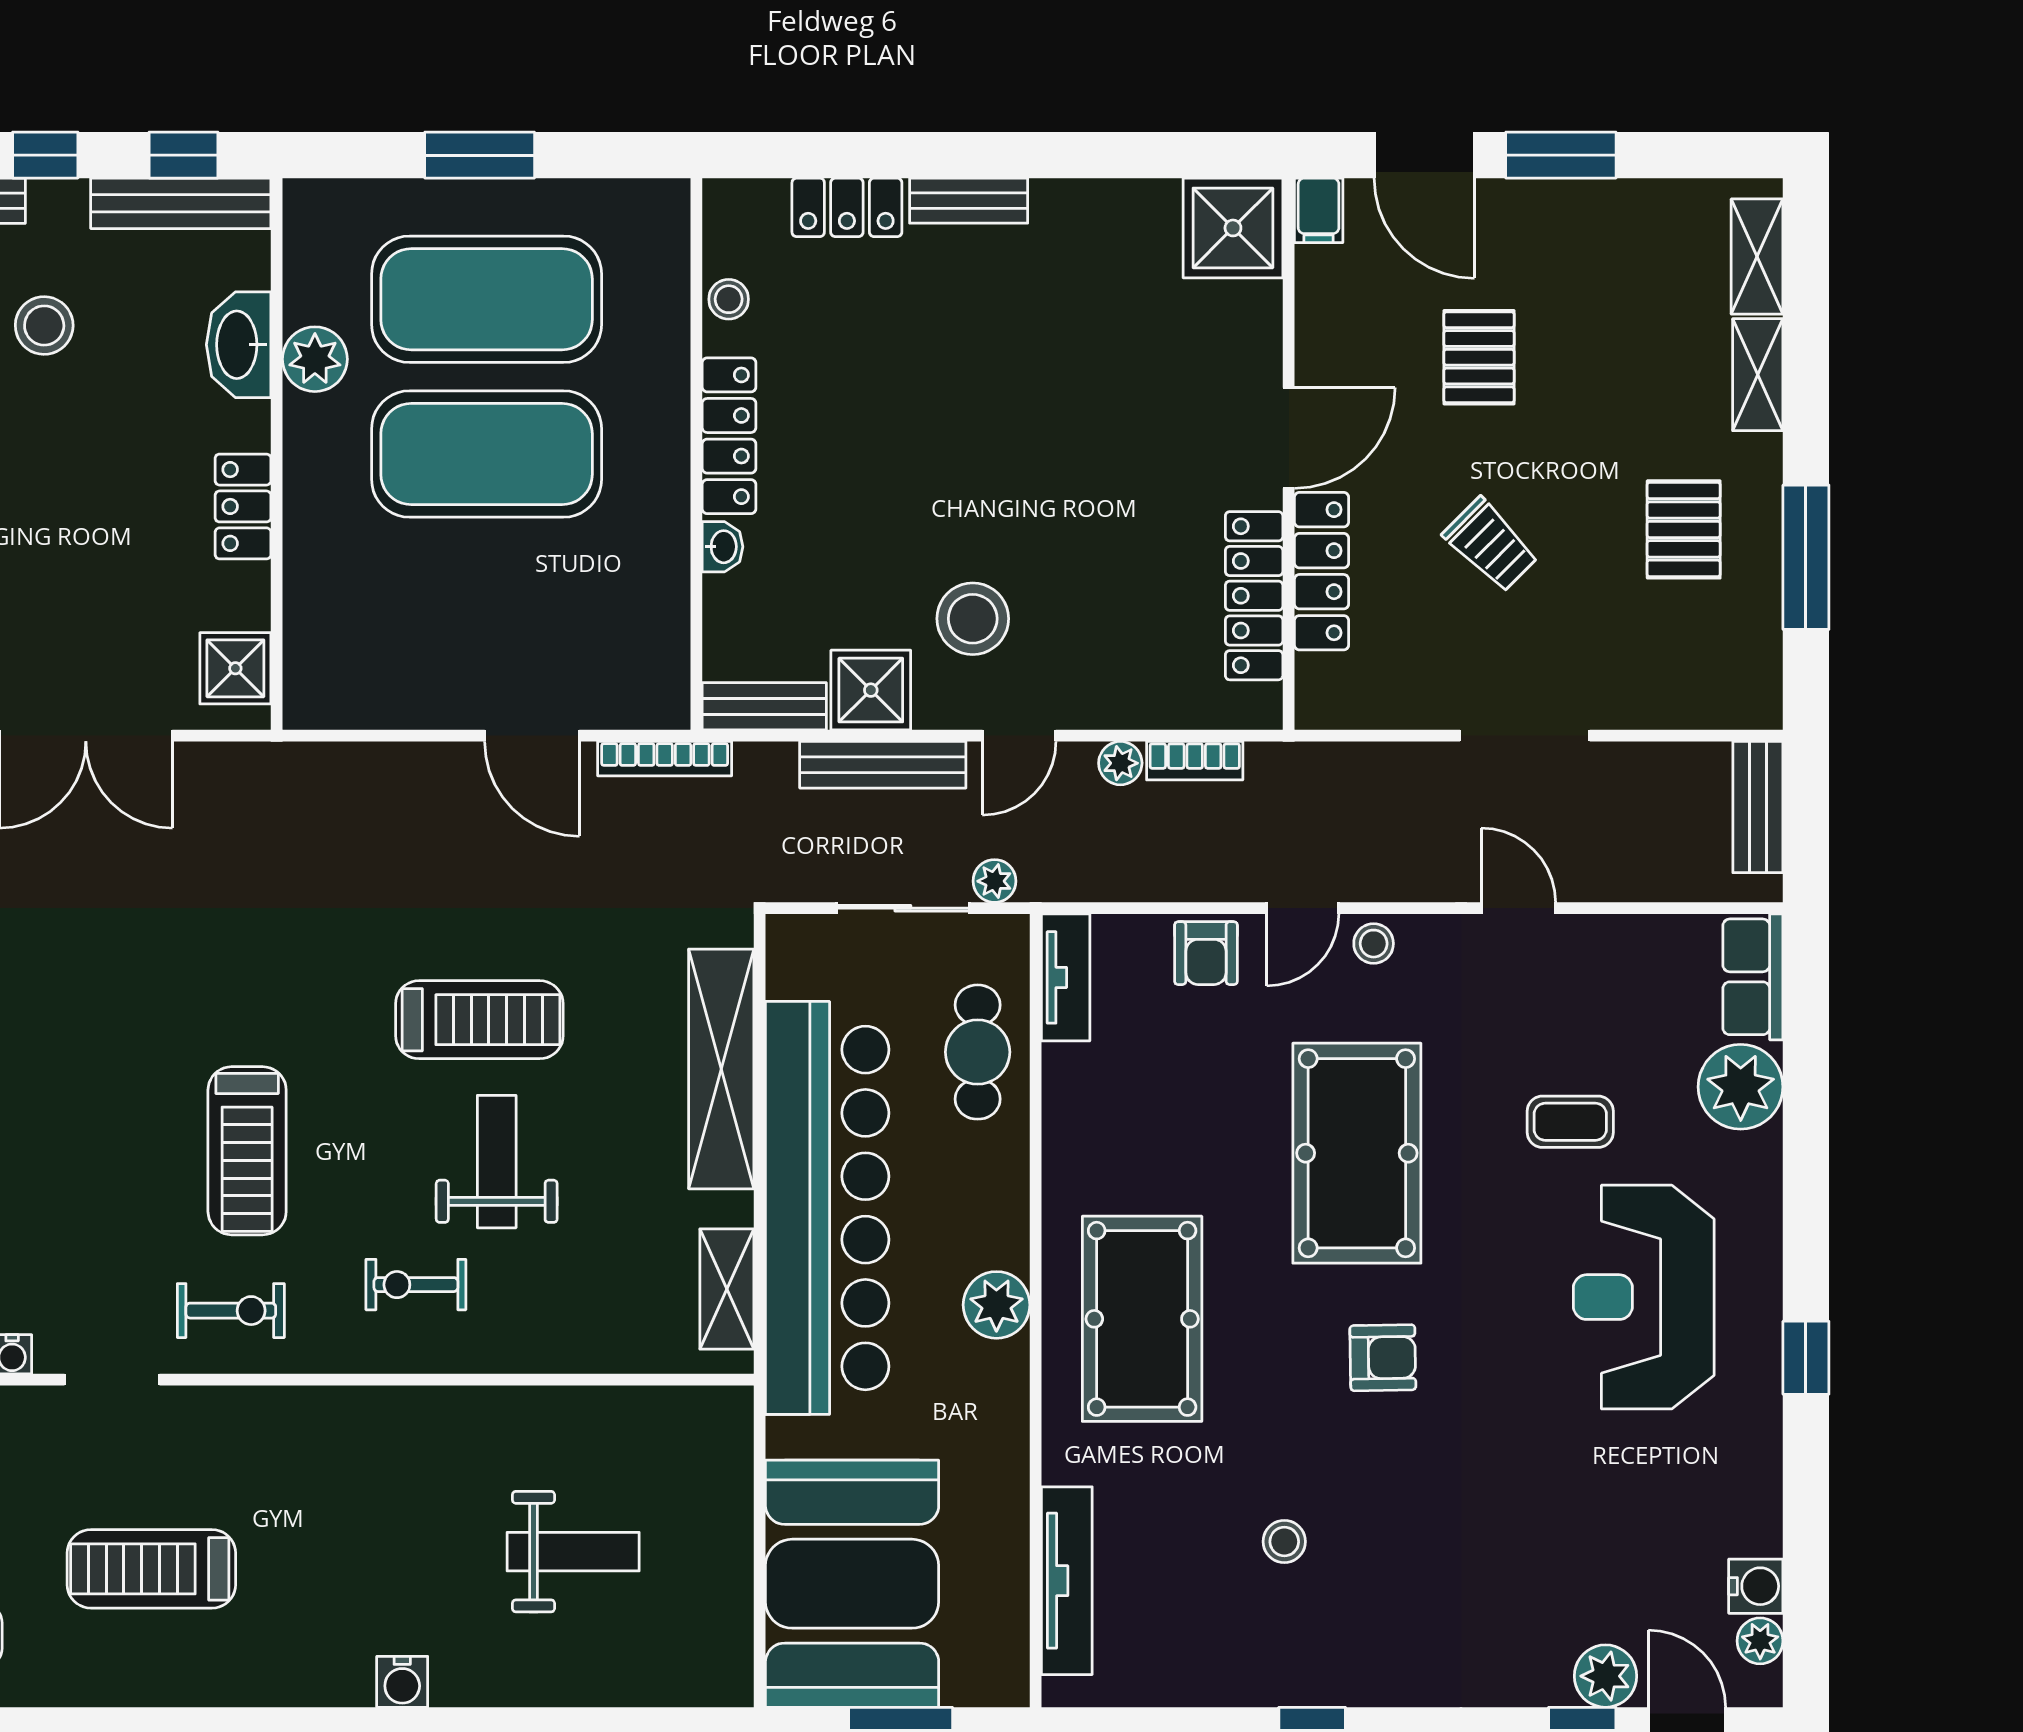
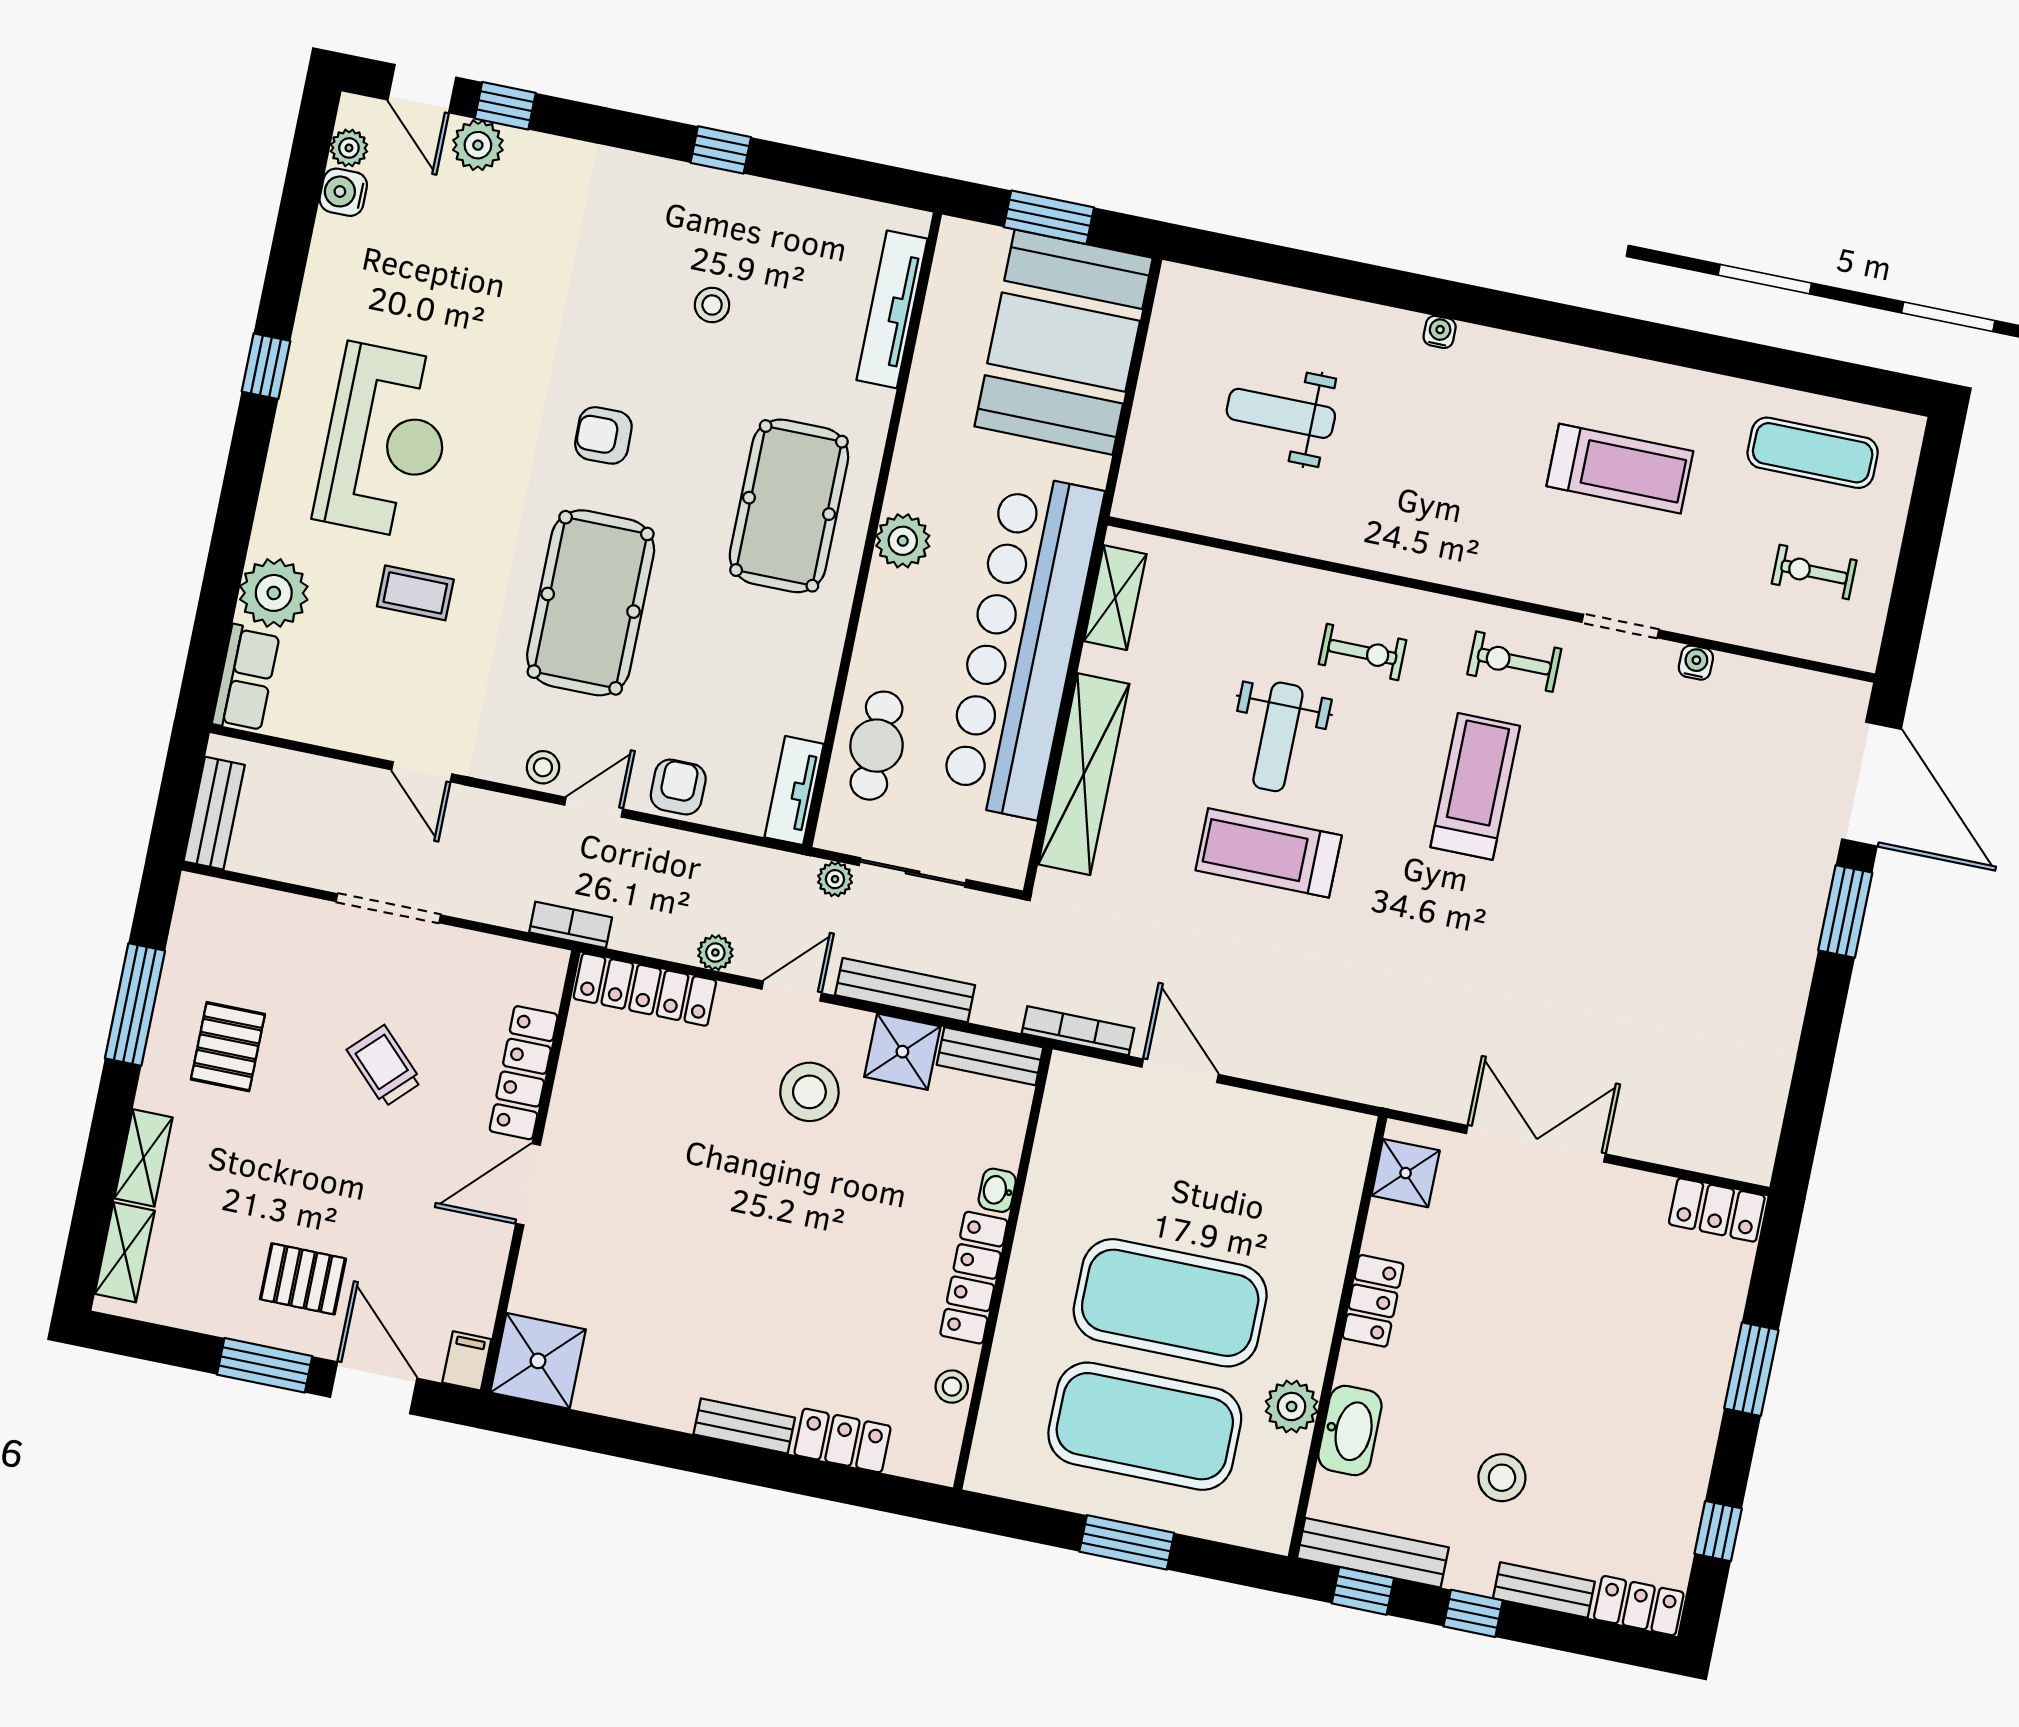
pallet: (1479, 357) -> (303, 1279), moved, turned 90
locker: (1254, 596) -> (645, 990), moved, turned 90
bookcase: (1195, 761) -> (571, 925), moved
water cooler: (402, 1682) -> (1440, 332), width x0.72, depth x0.72

